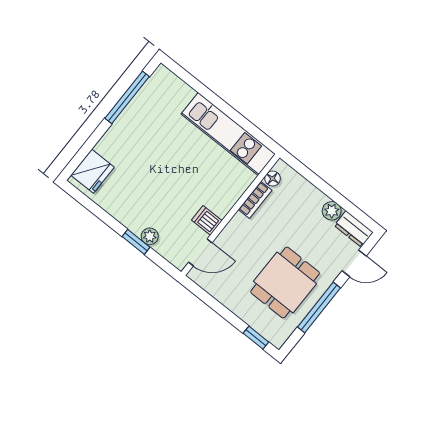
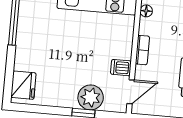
bookcase: (255, 200) -> (142, 50), moved
plant: (150, 236) -> (91, 97), width x1.87, depth x1.87

